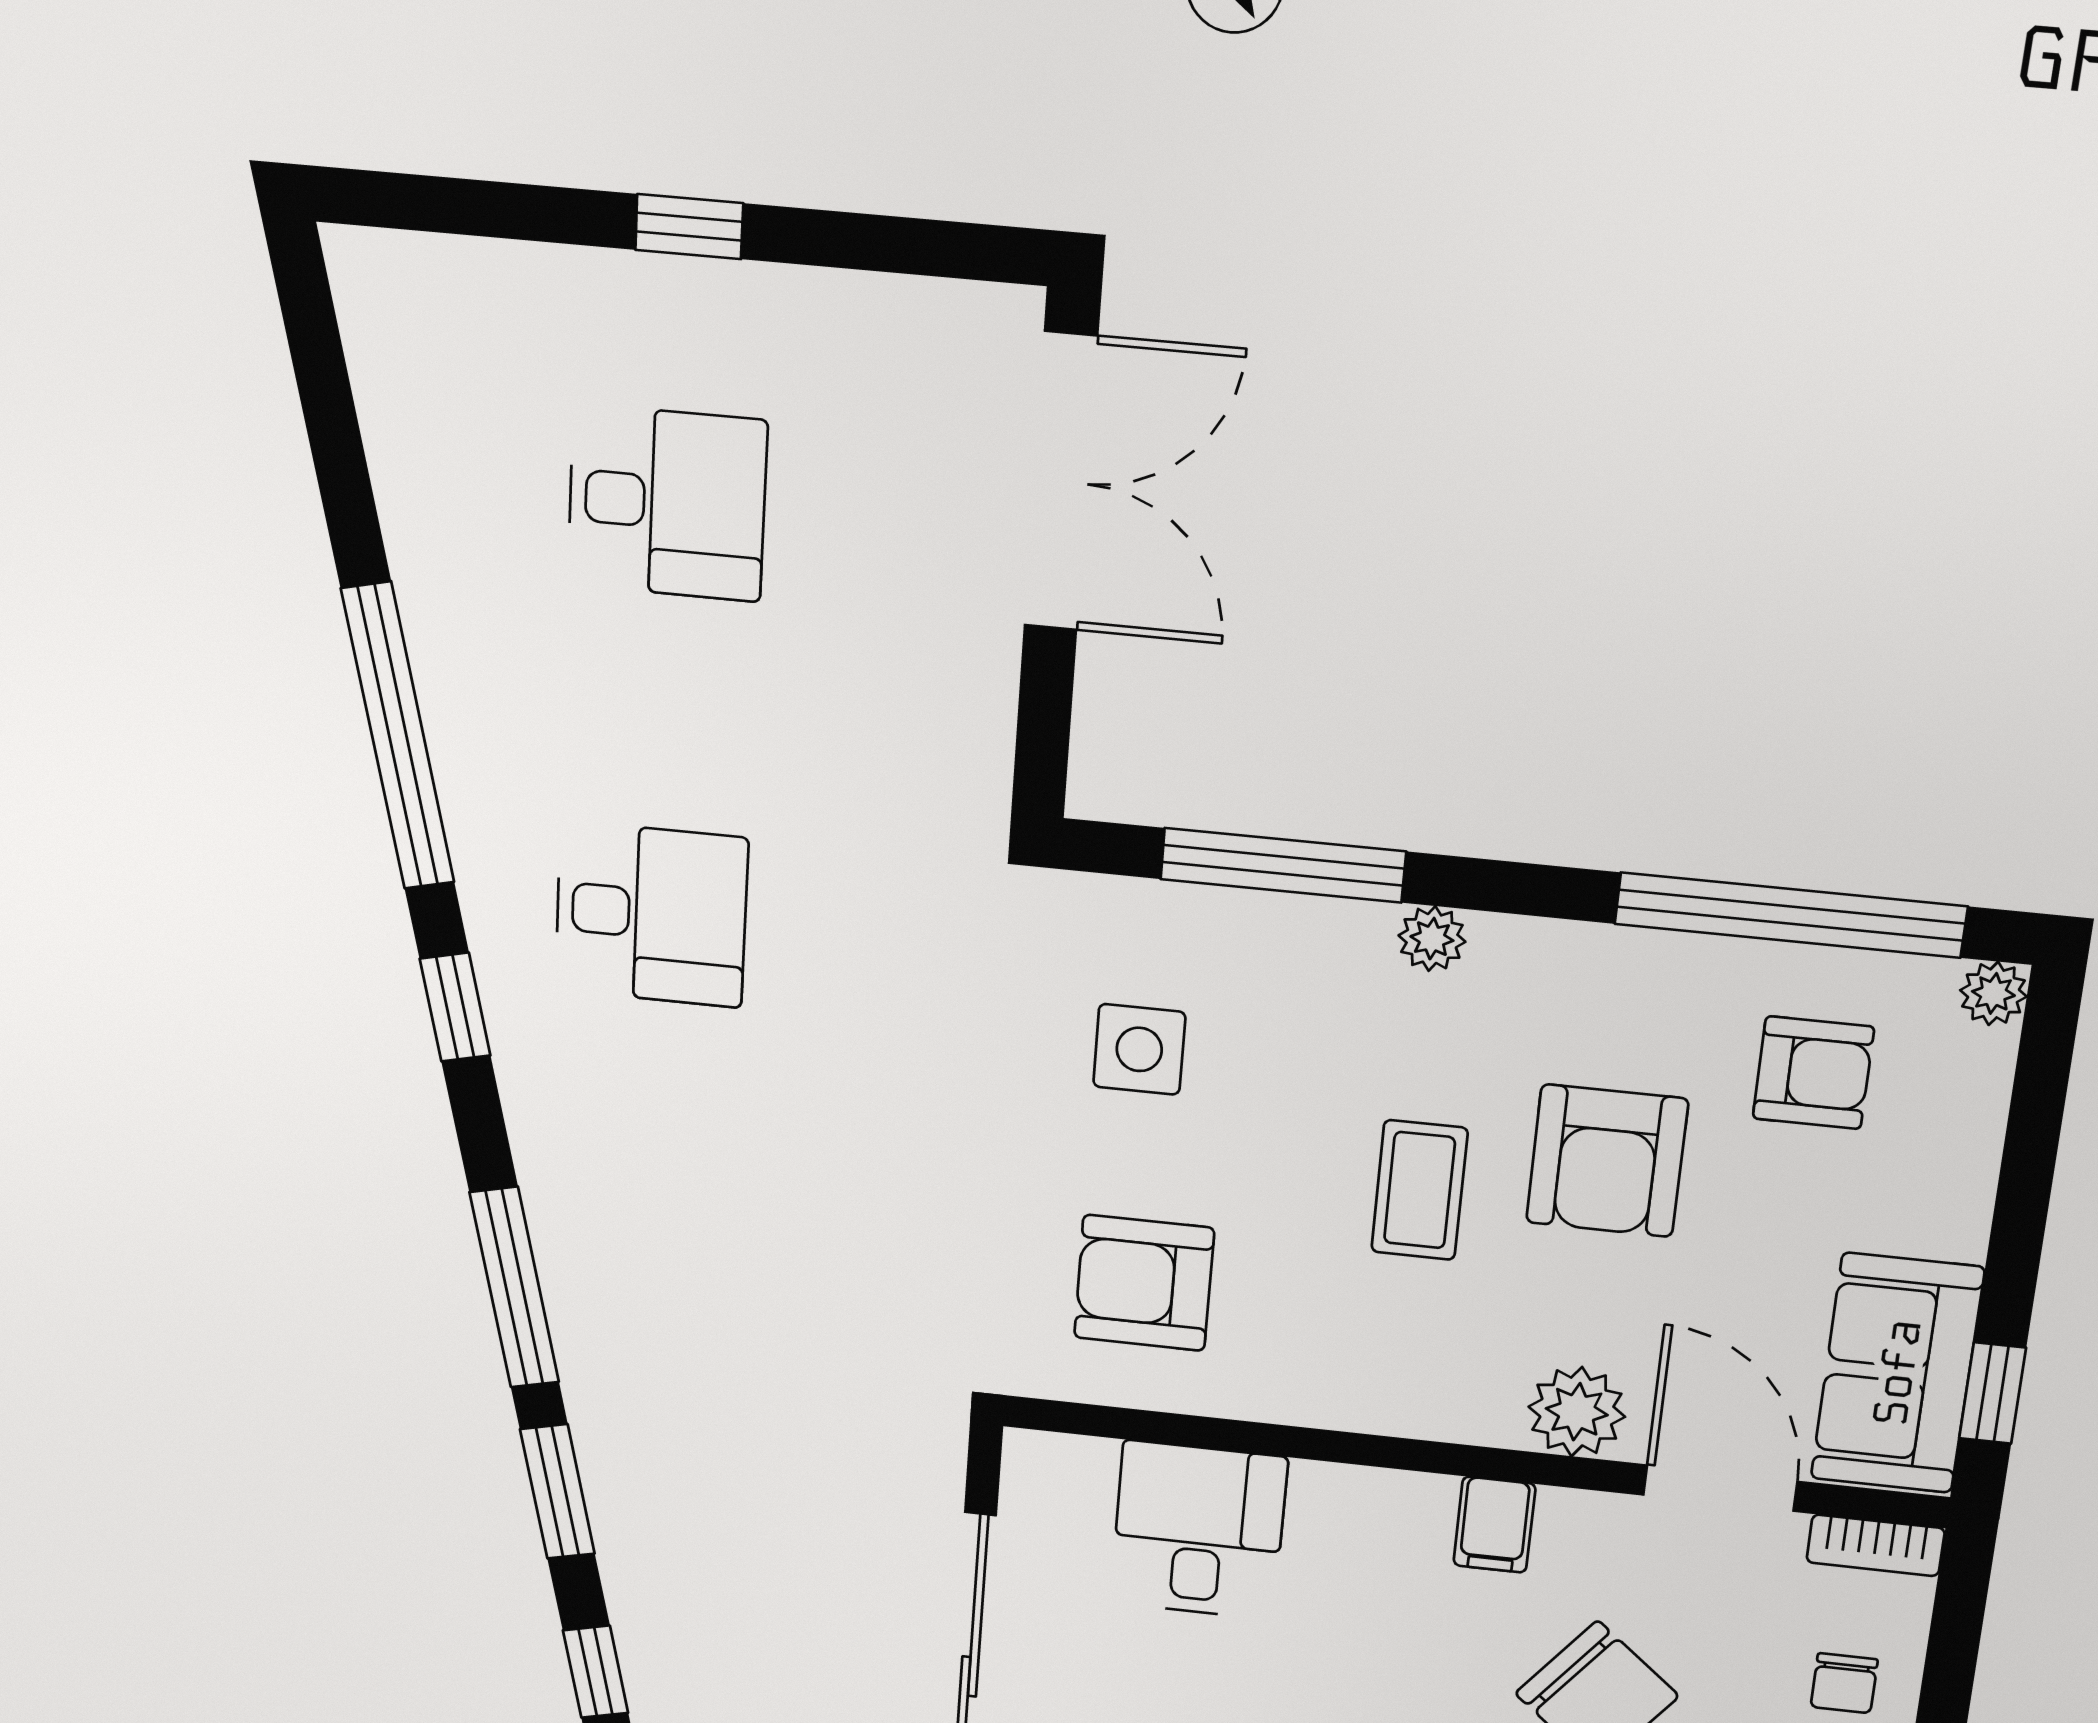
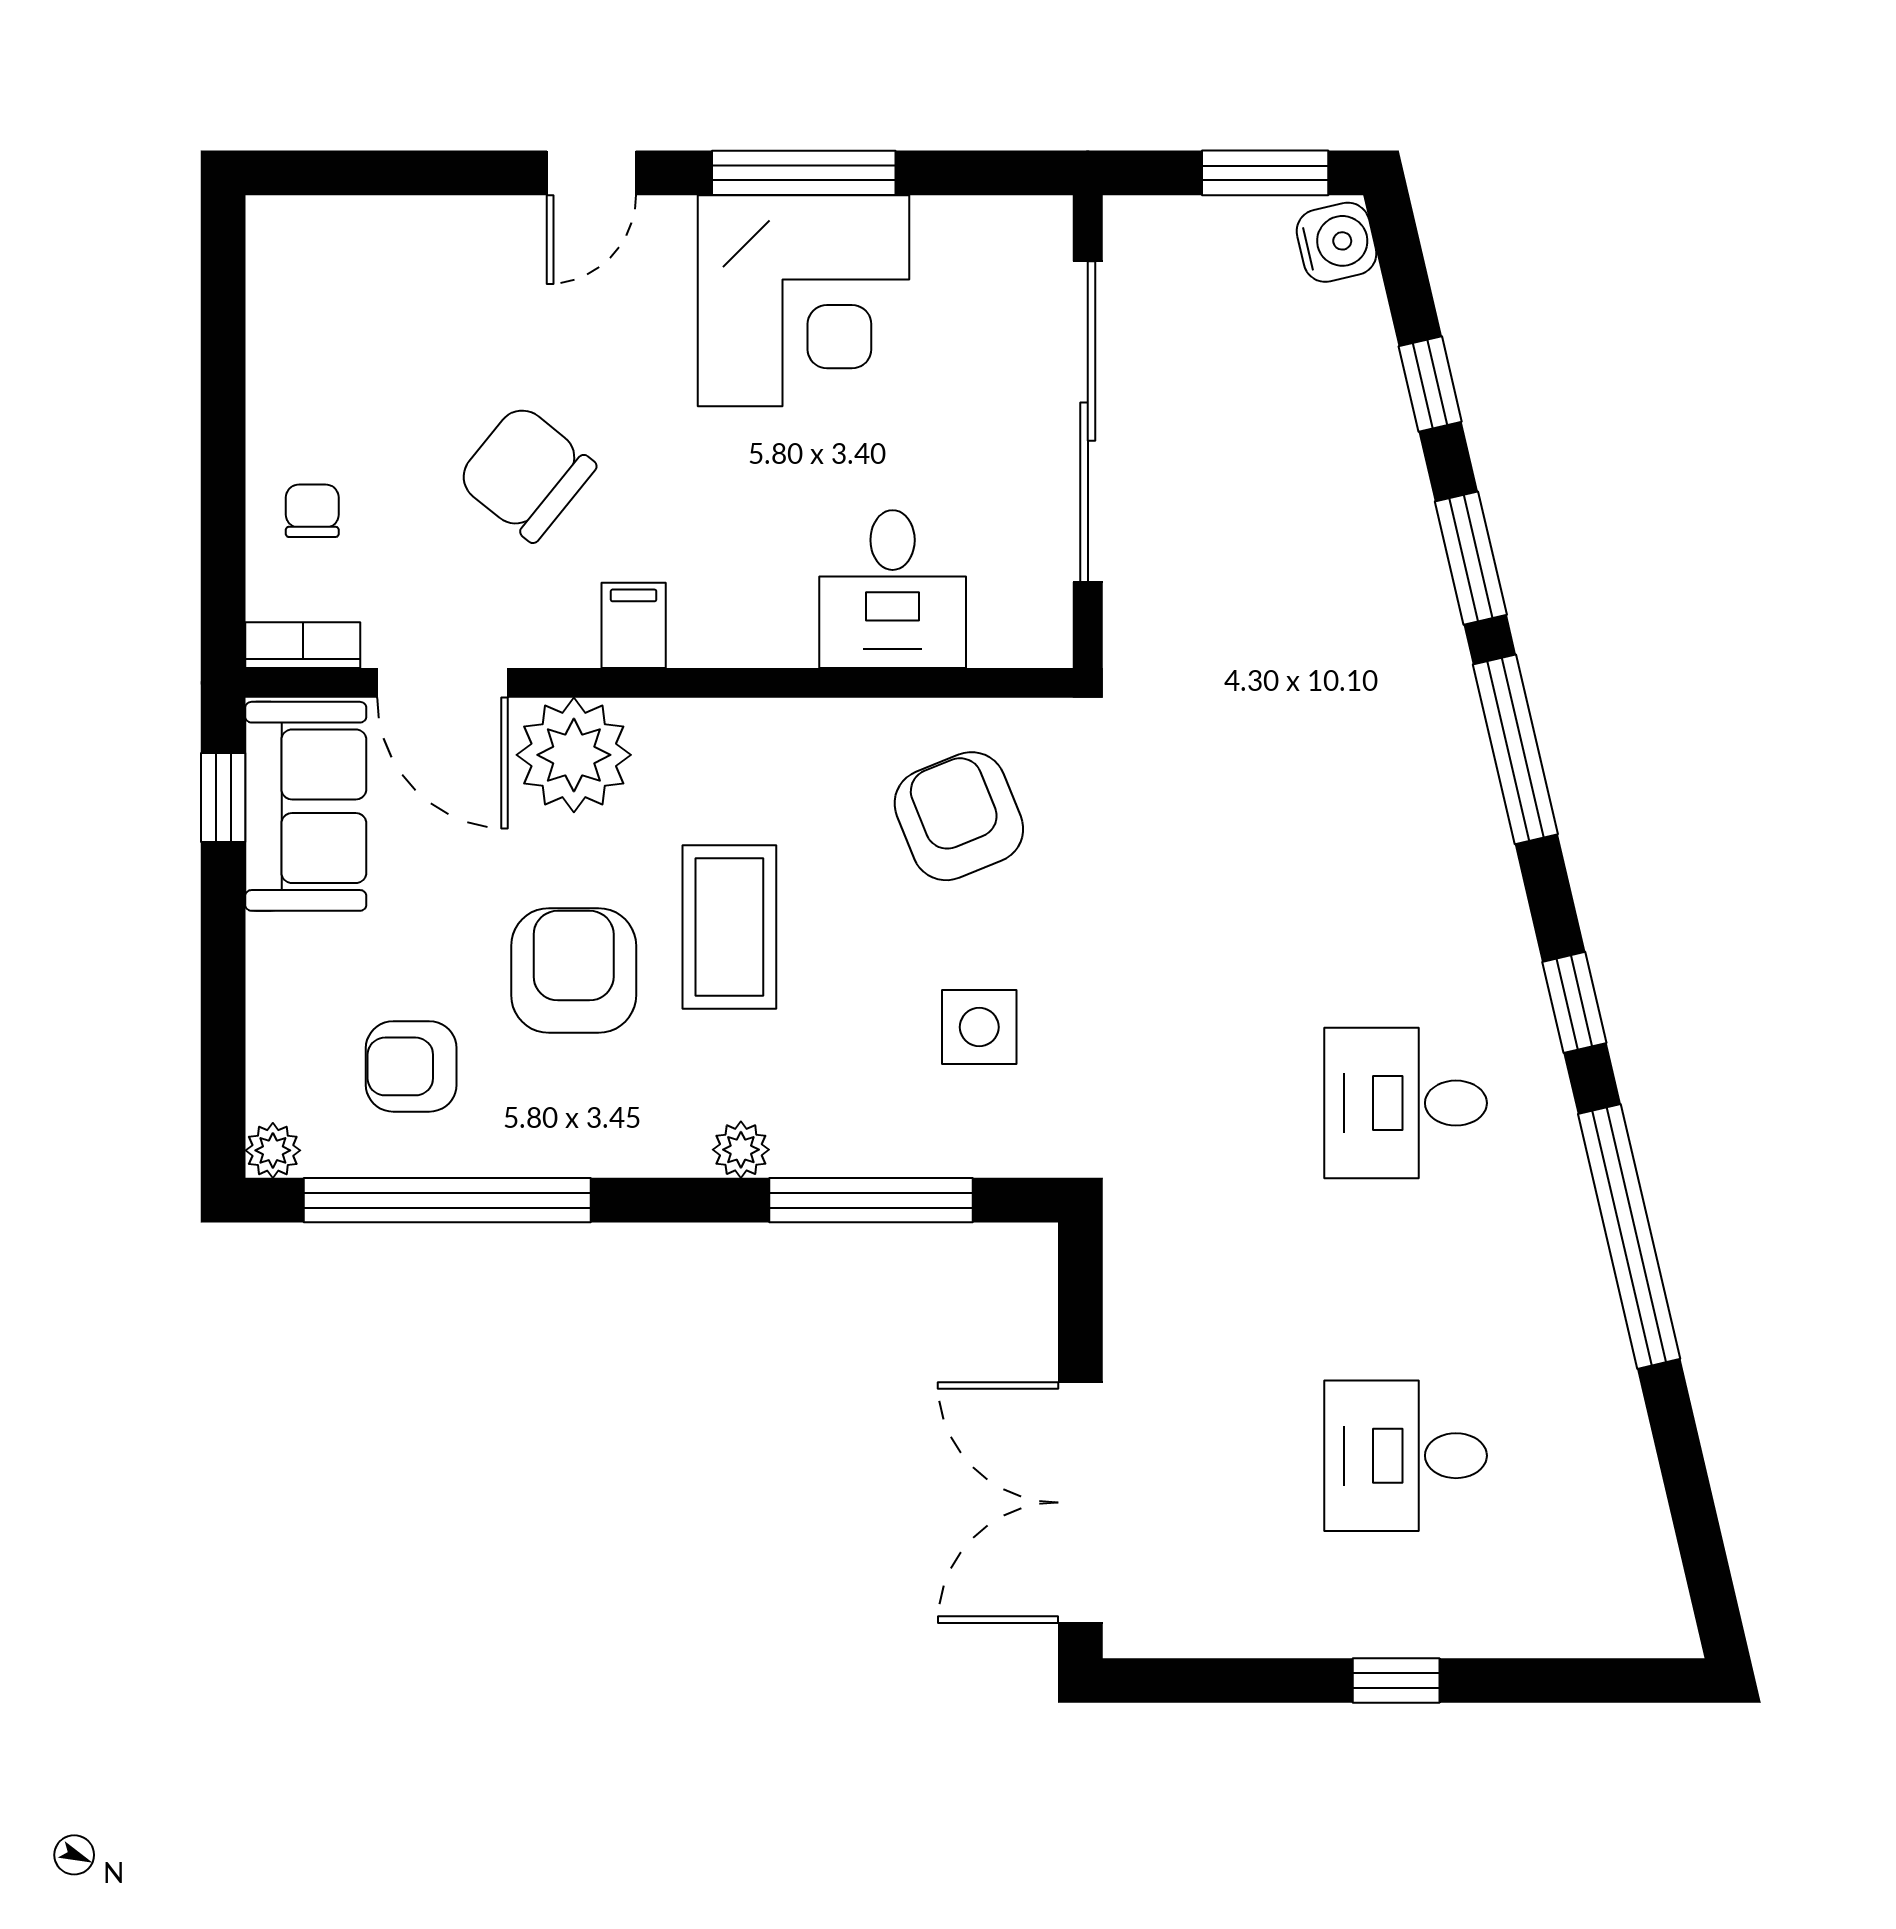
coffee table: (1420, 1190) -> (729, 927), width x1.36, depth x1.30
armchair: (1144, 1283) -> (959, 816), turned -112
plant: (1577, 1412) -> (574, 755), width x1.36, depth x1.36

